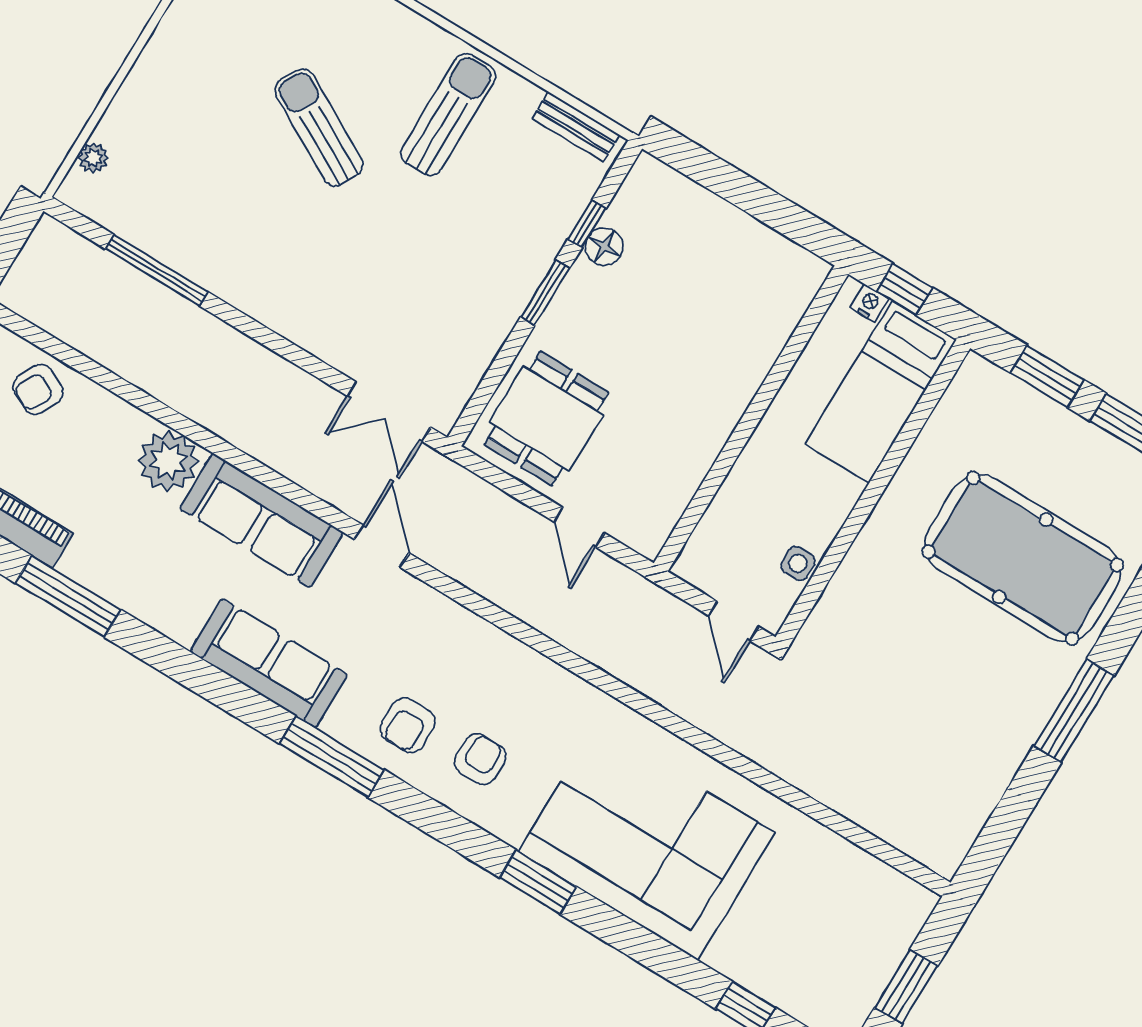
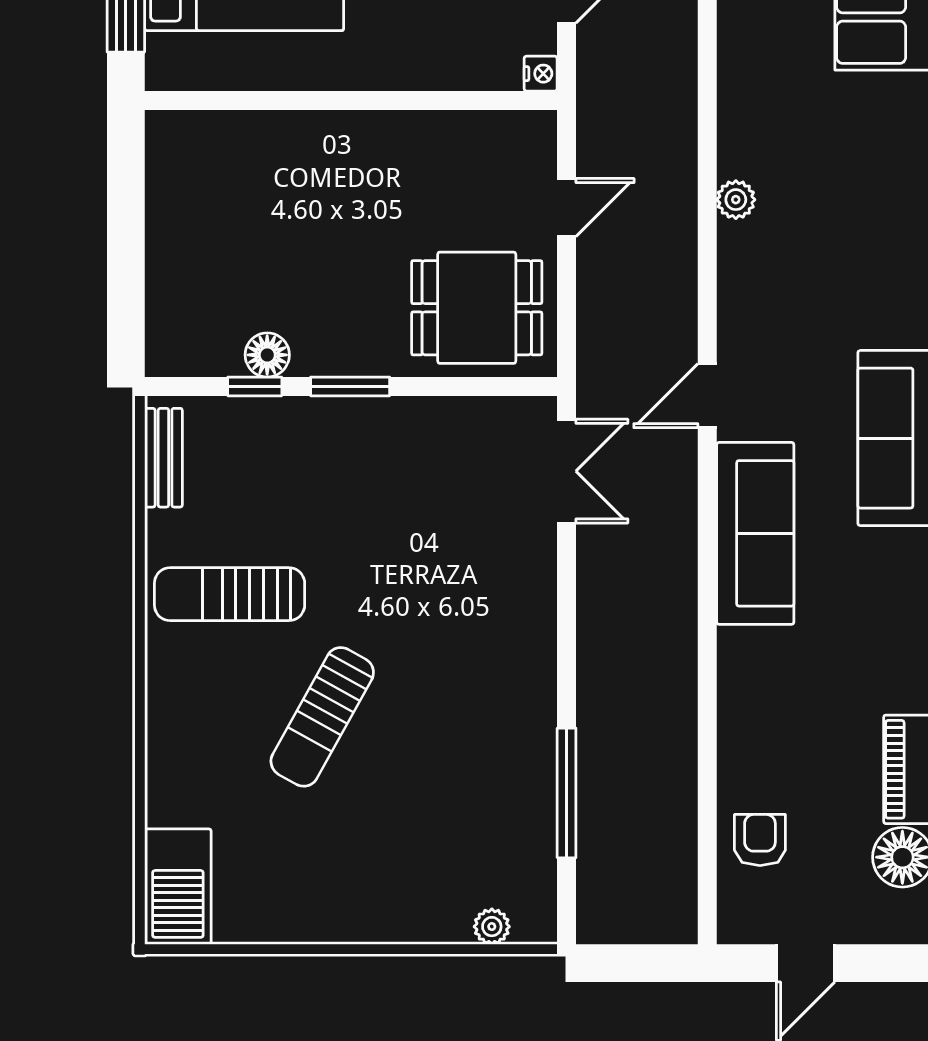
nightstand: (869, 303) -> (541, 74), moved, turned 180
armchair: (38, 389) -> (760, 840), turned -117
plant: (168, 461) -> (736, 200), moved, width x0.53, depth x0.53
armchair: (408, 725) -> (872, 259), removed
armchair: (480, 759) -> (862, 165), removed

